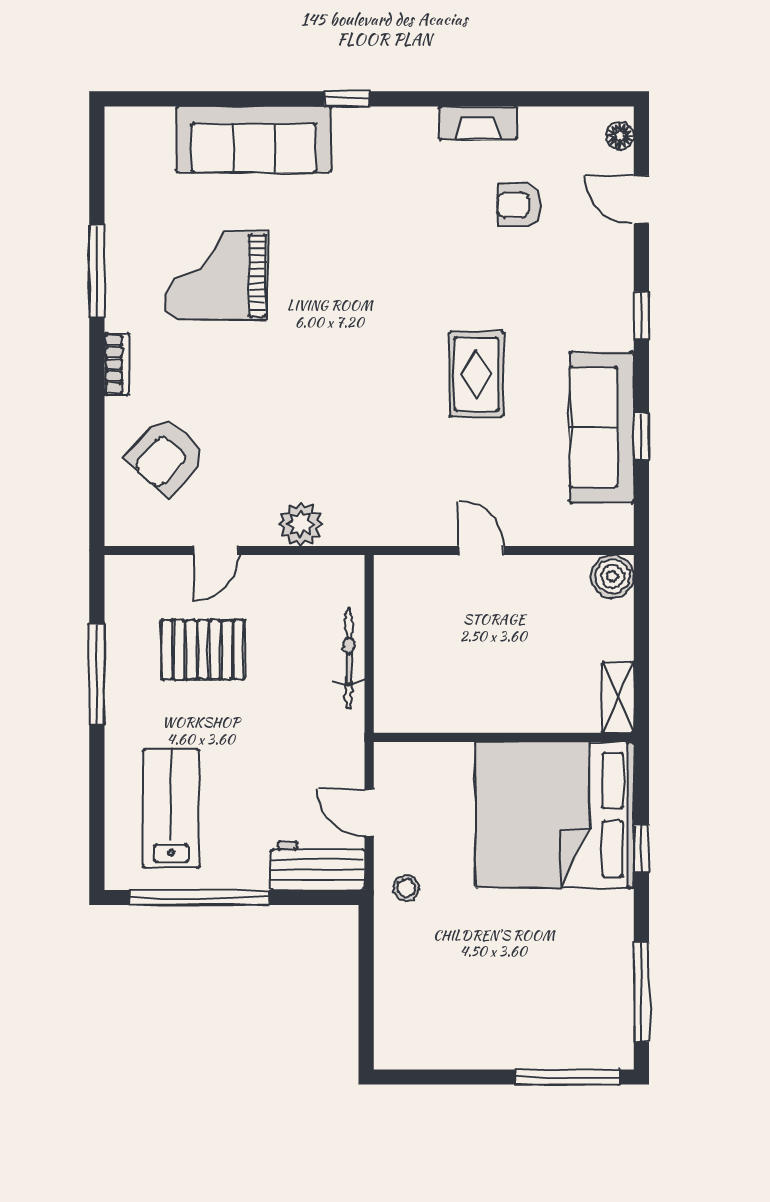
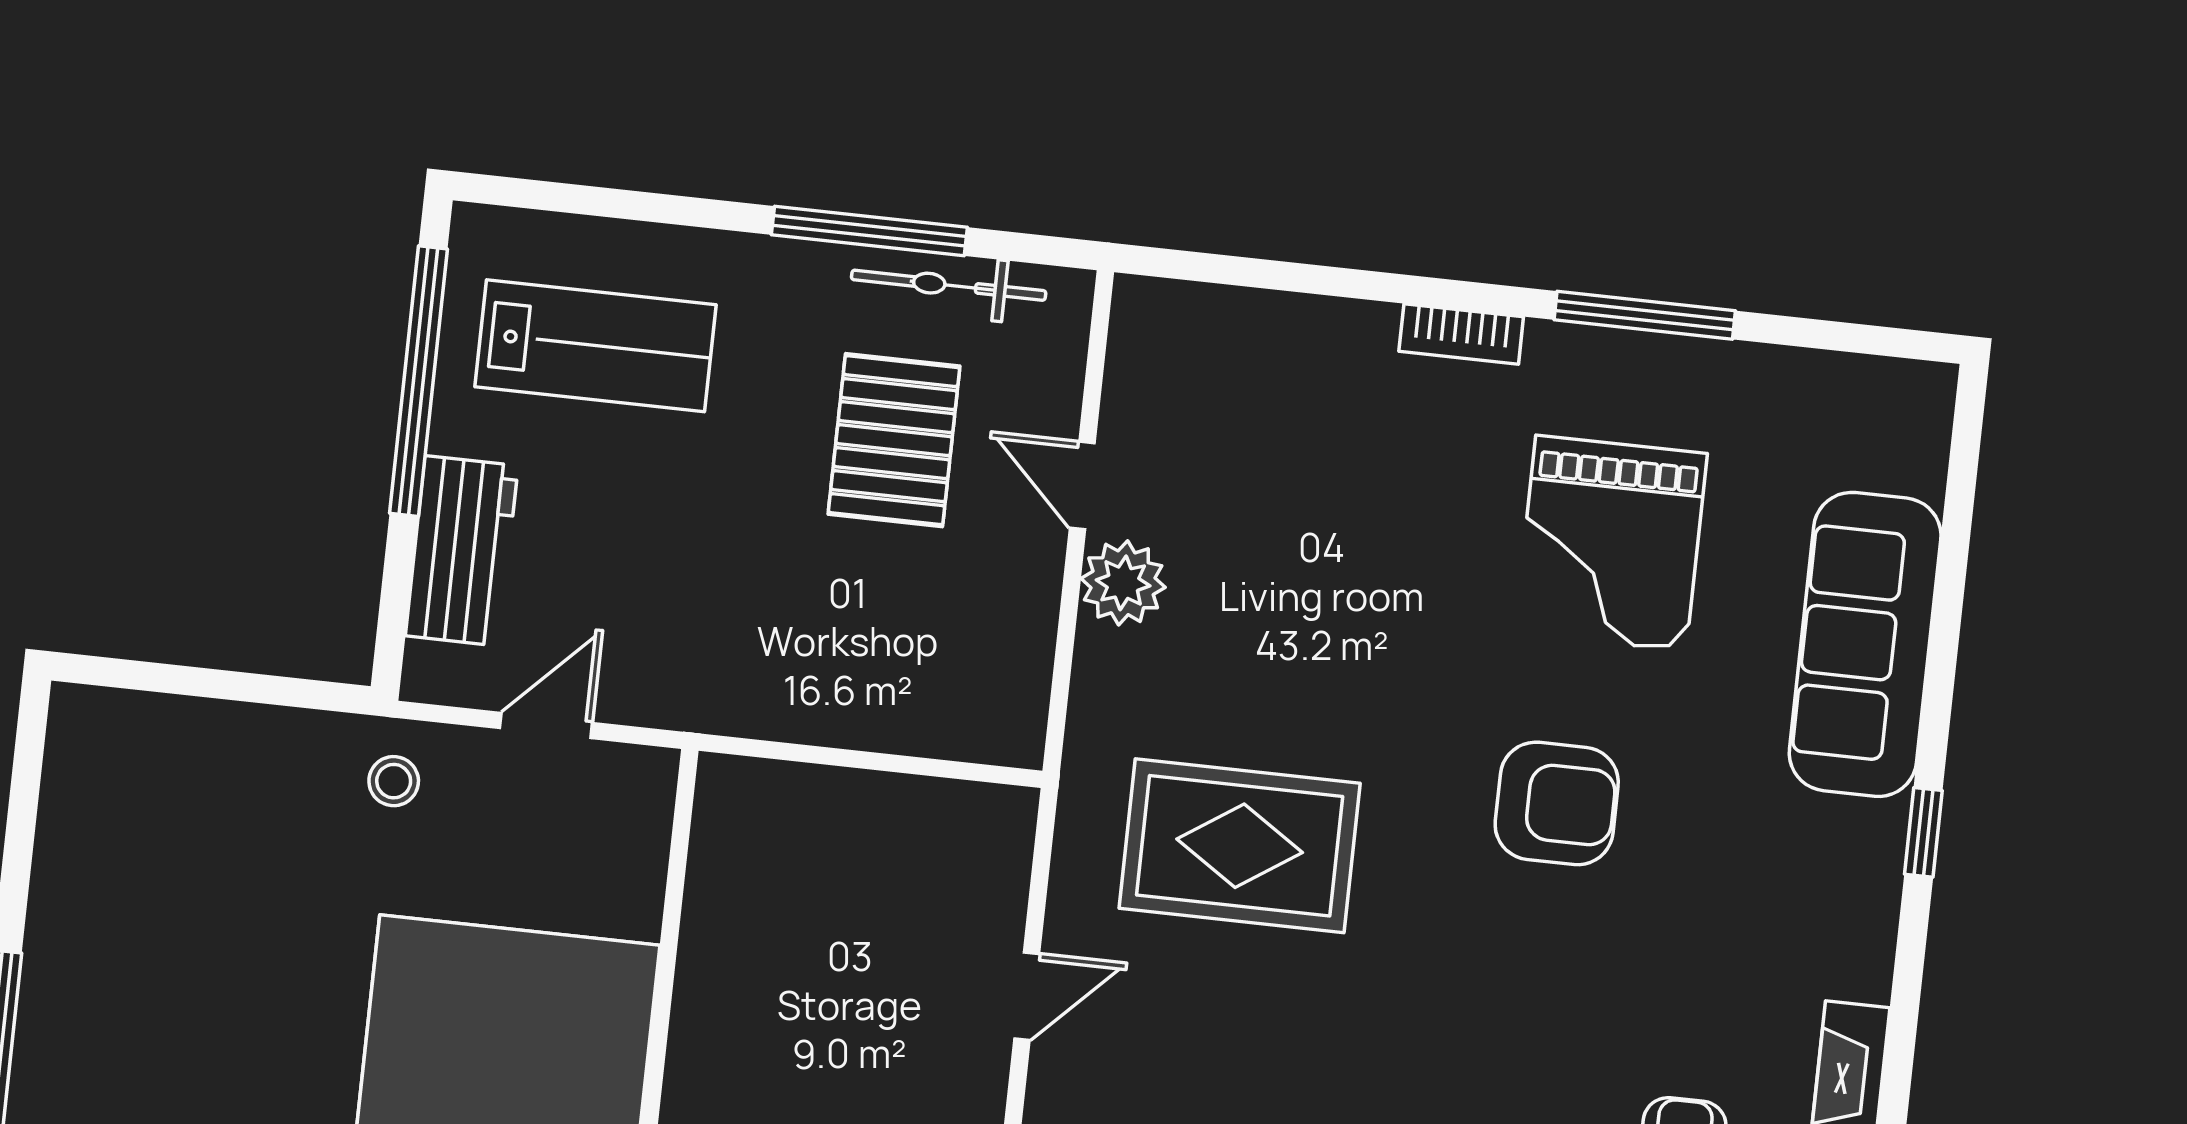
grand piano: (216, 276) -> (1611, 543), turned 180
rug: (476, 374) -> (1240, 846), moved, width x1.36, depth x1.43
armchair: (166, 455) -> (1557, 803), moved, turned 138
plant: (300, 524) -> (1123, 583), moved
bicycle: (349, 658) -> (949, 285), moved, turned 180
workbench: (318, 866) -> (462, 551), moved

